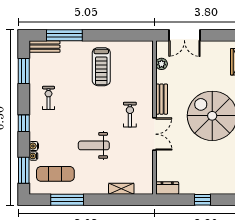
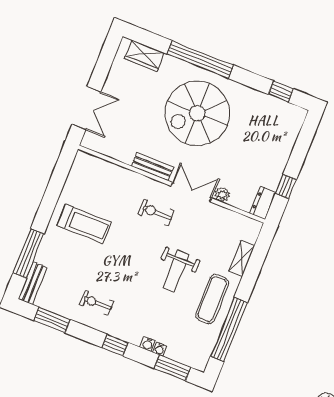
plant: (162, 64) -> (222, 194), moved
exercise mat: (55, 174) -> (212, 299), moved
window: (67, 200) -> (229, 329), width x1.46
window: (203, 200) -> (286, 187), moved

